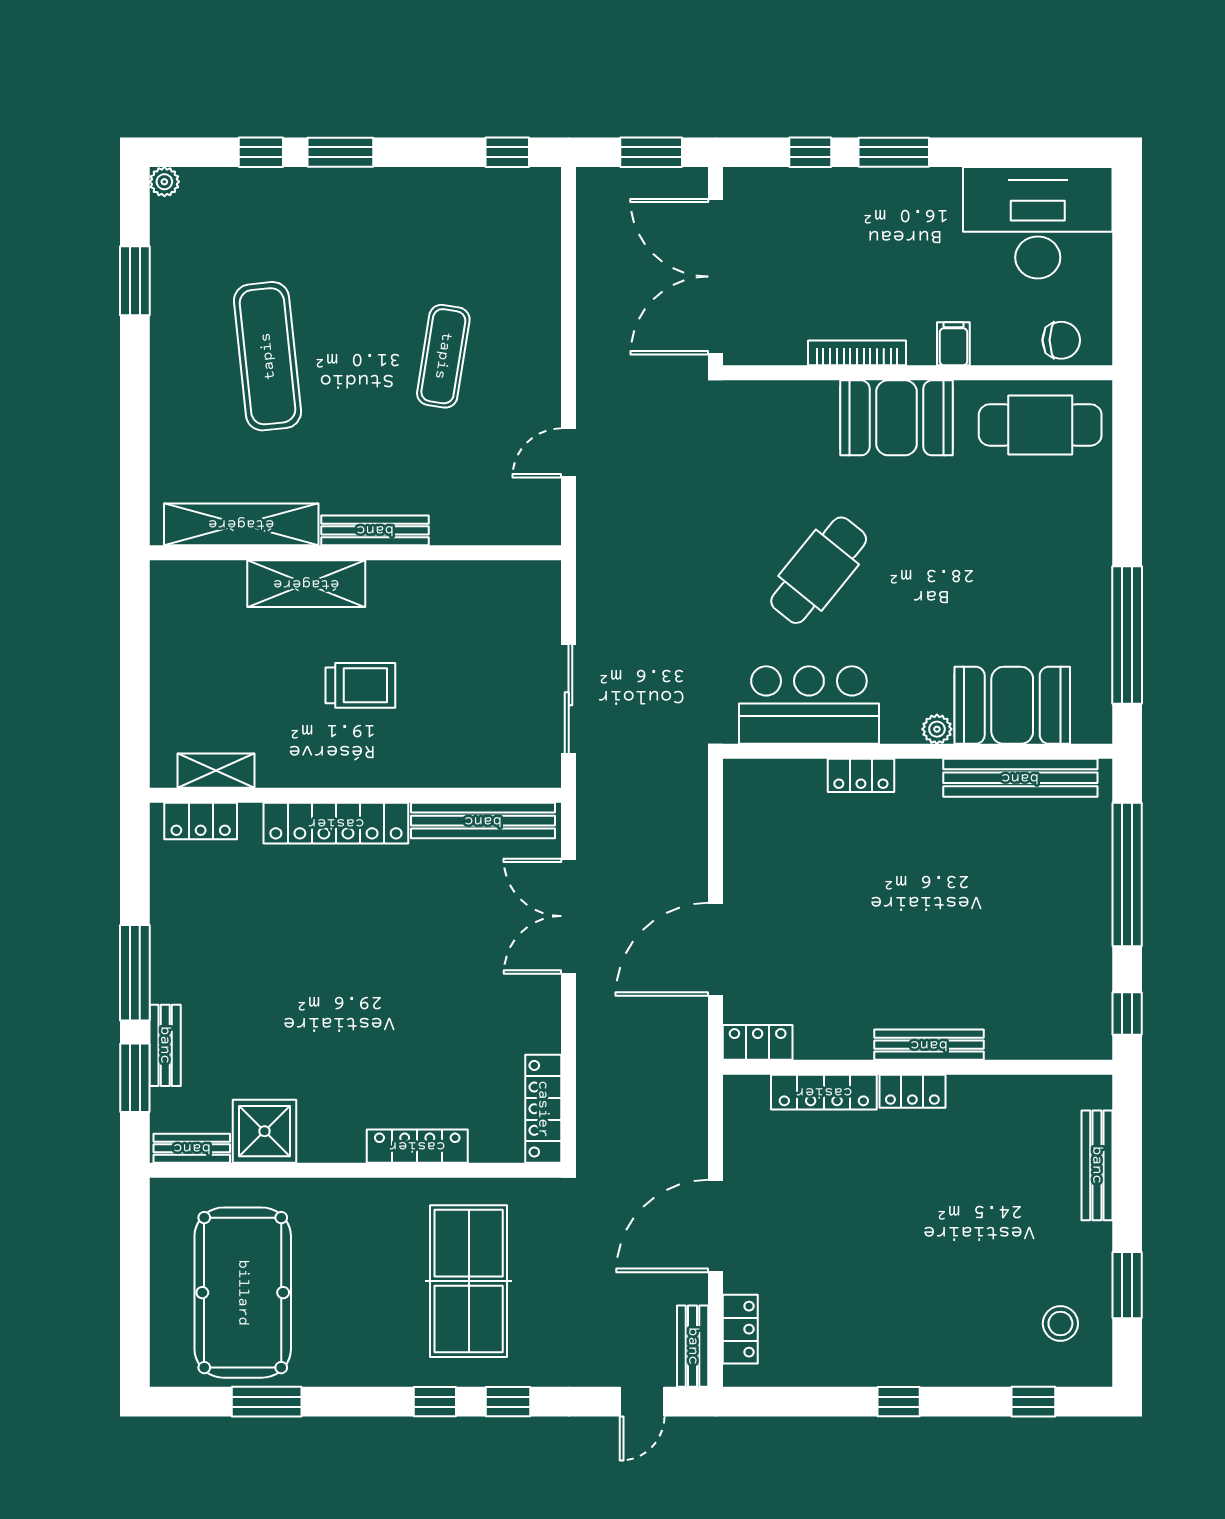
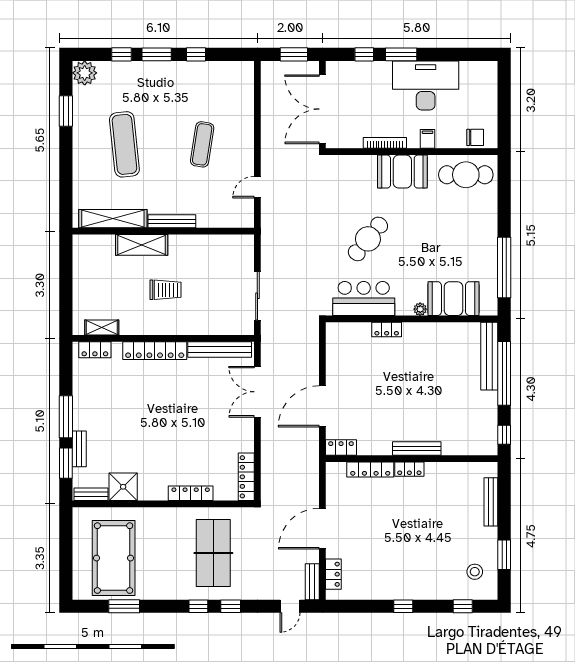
window: (507, 152) -> (196, 54), moved
plant: (164, 182) -> (85, 73), width x1.87, depth x1.87
desk: (1038, 223) -> (426, 85), moved
bench: (1020, 778) -> (489, 356), moved, turned 90

